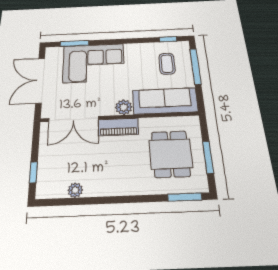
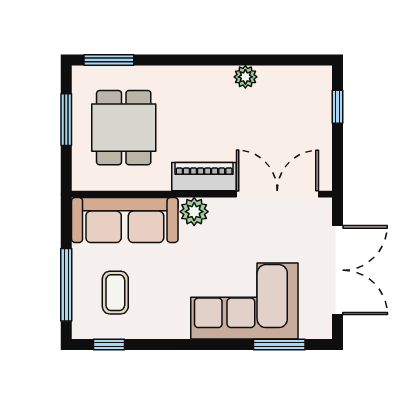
plant: (75, 190) -> (245, 77), moved

